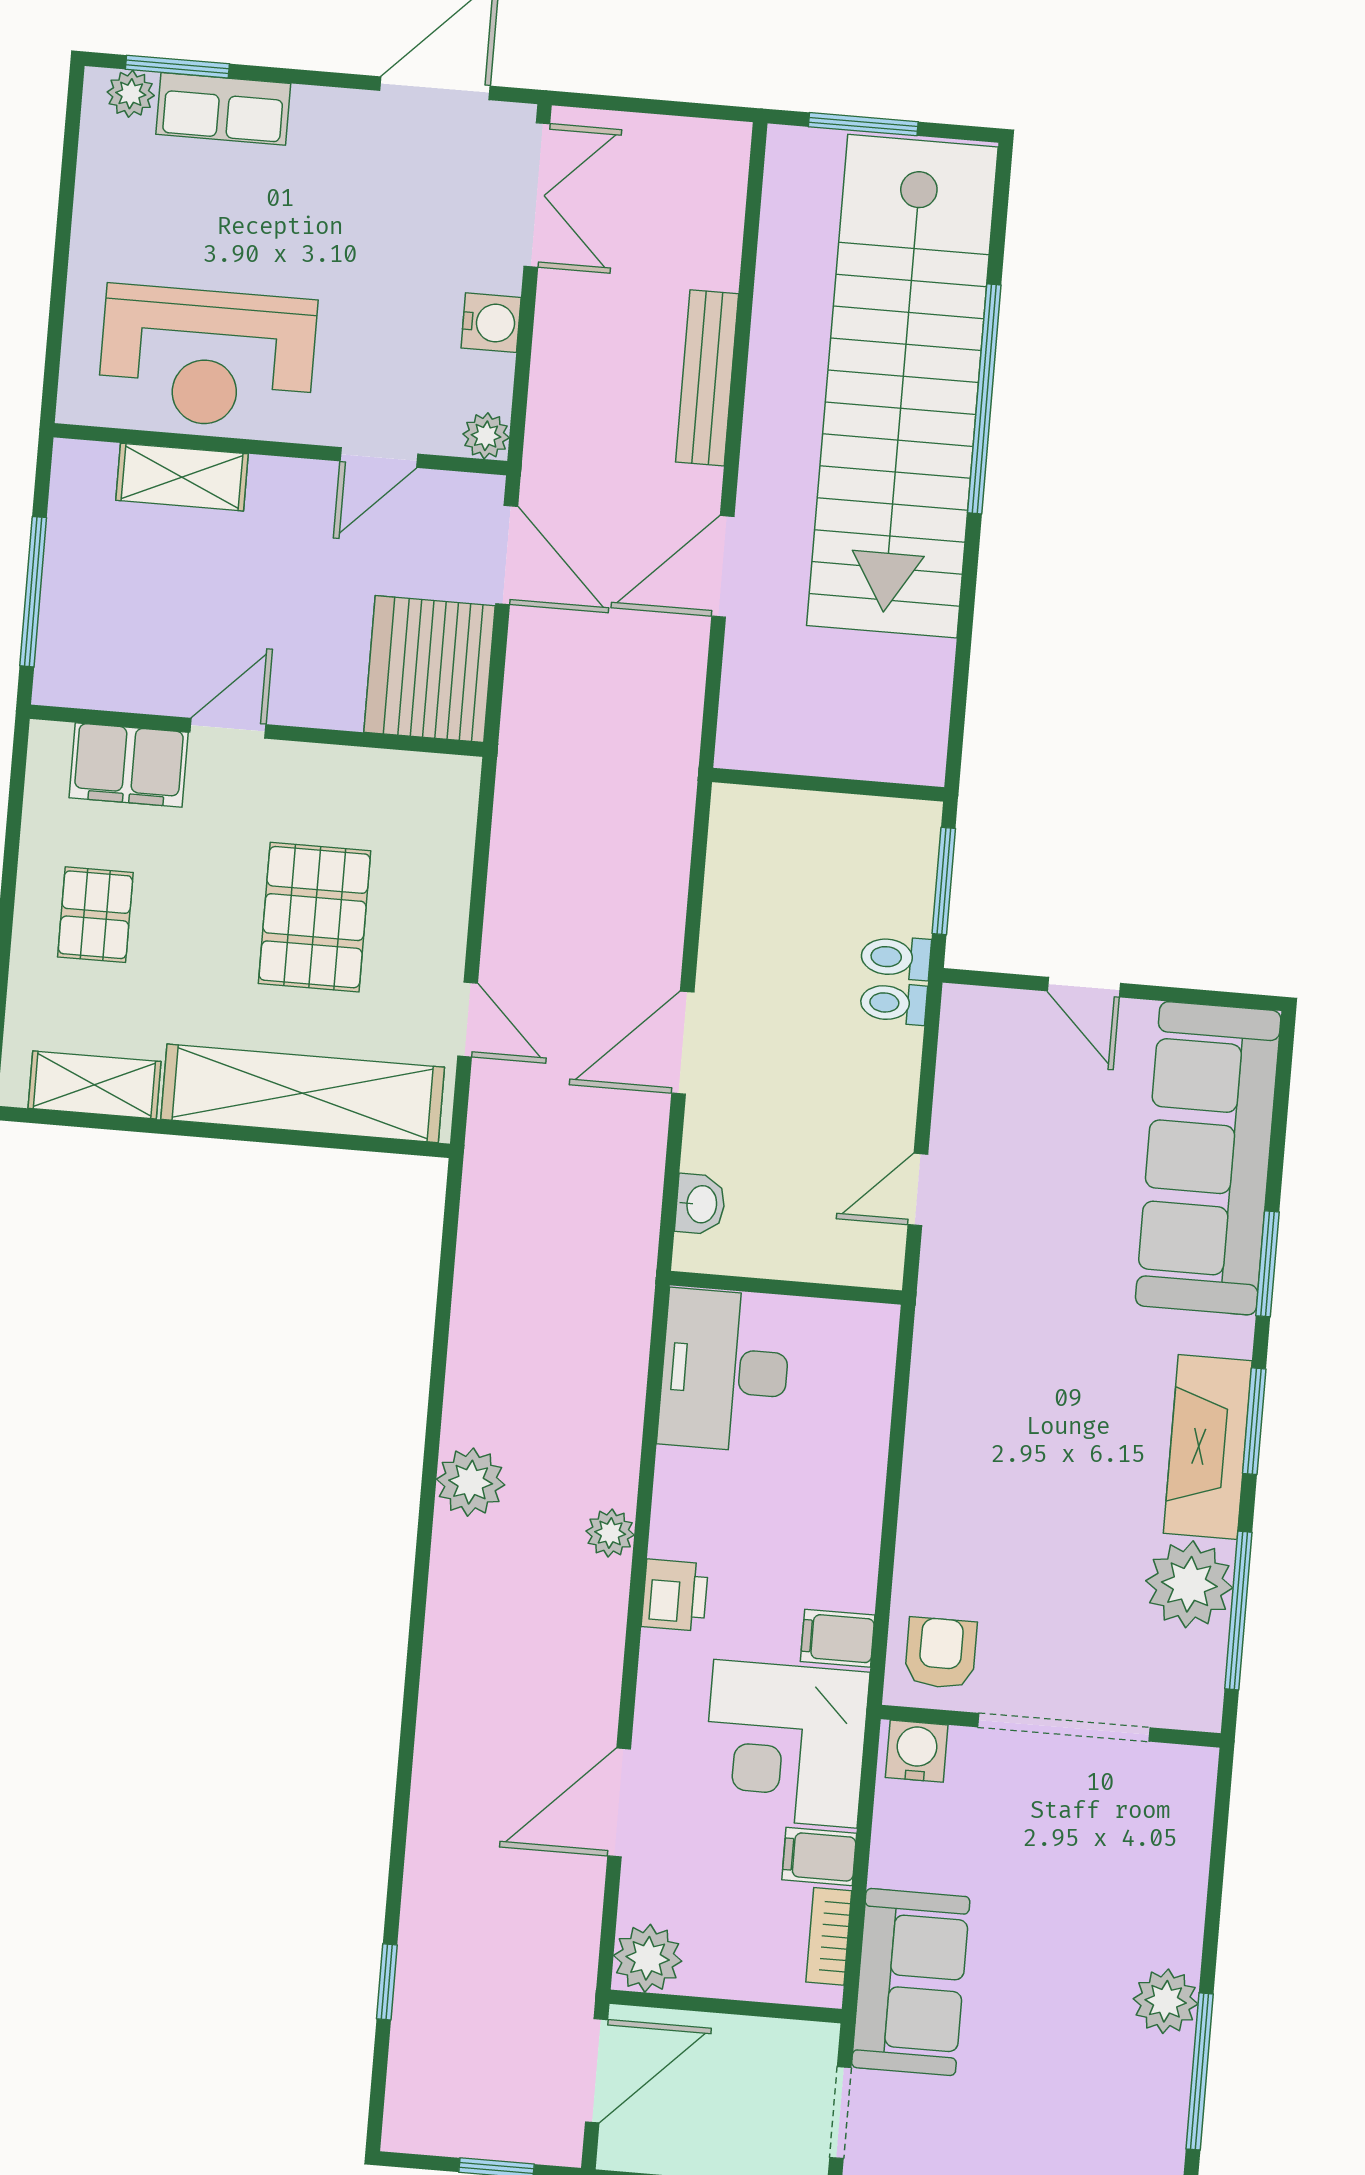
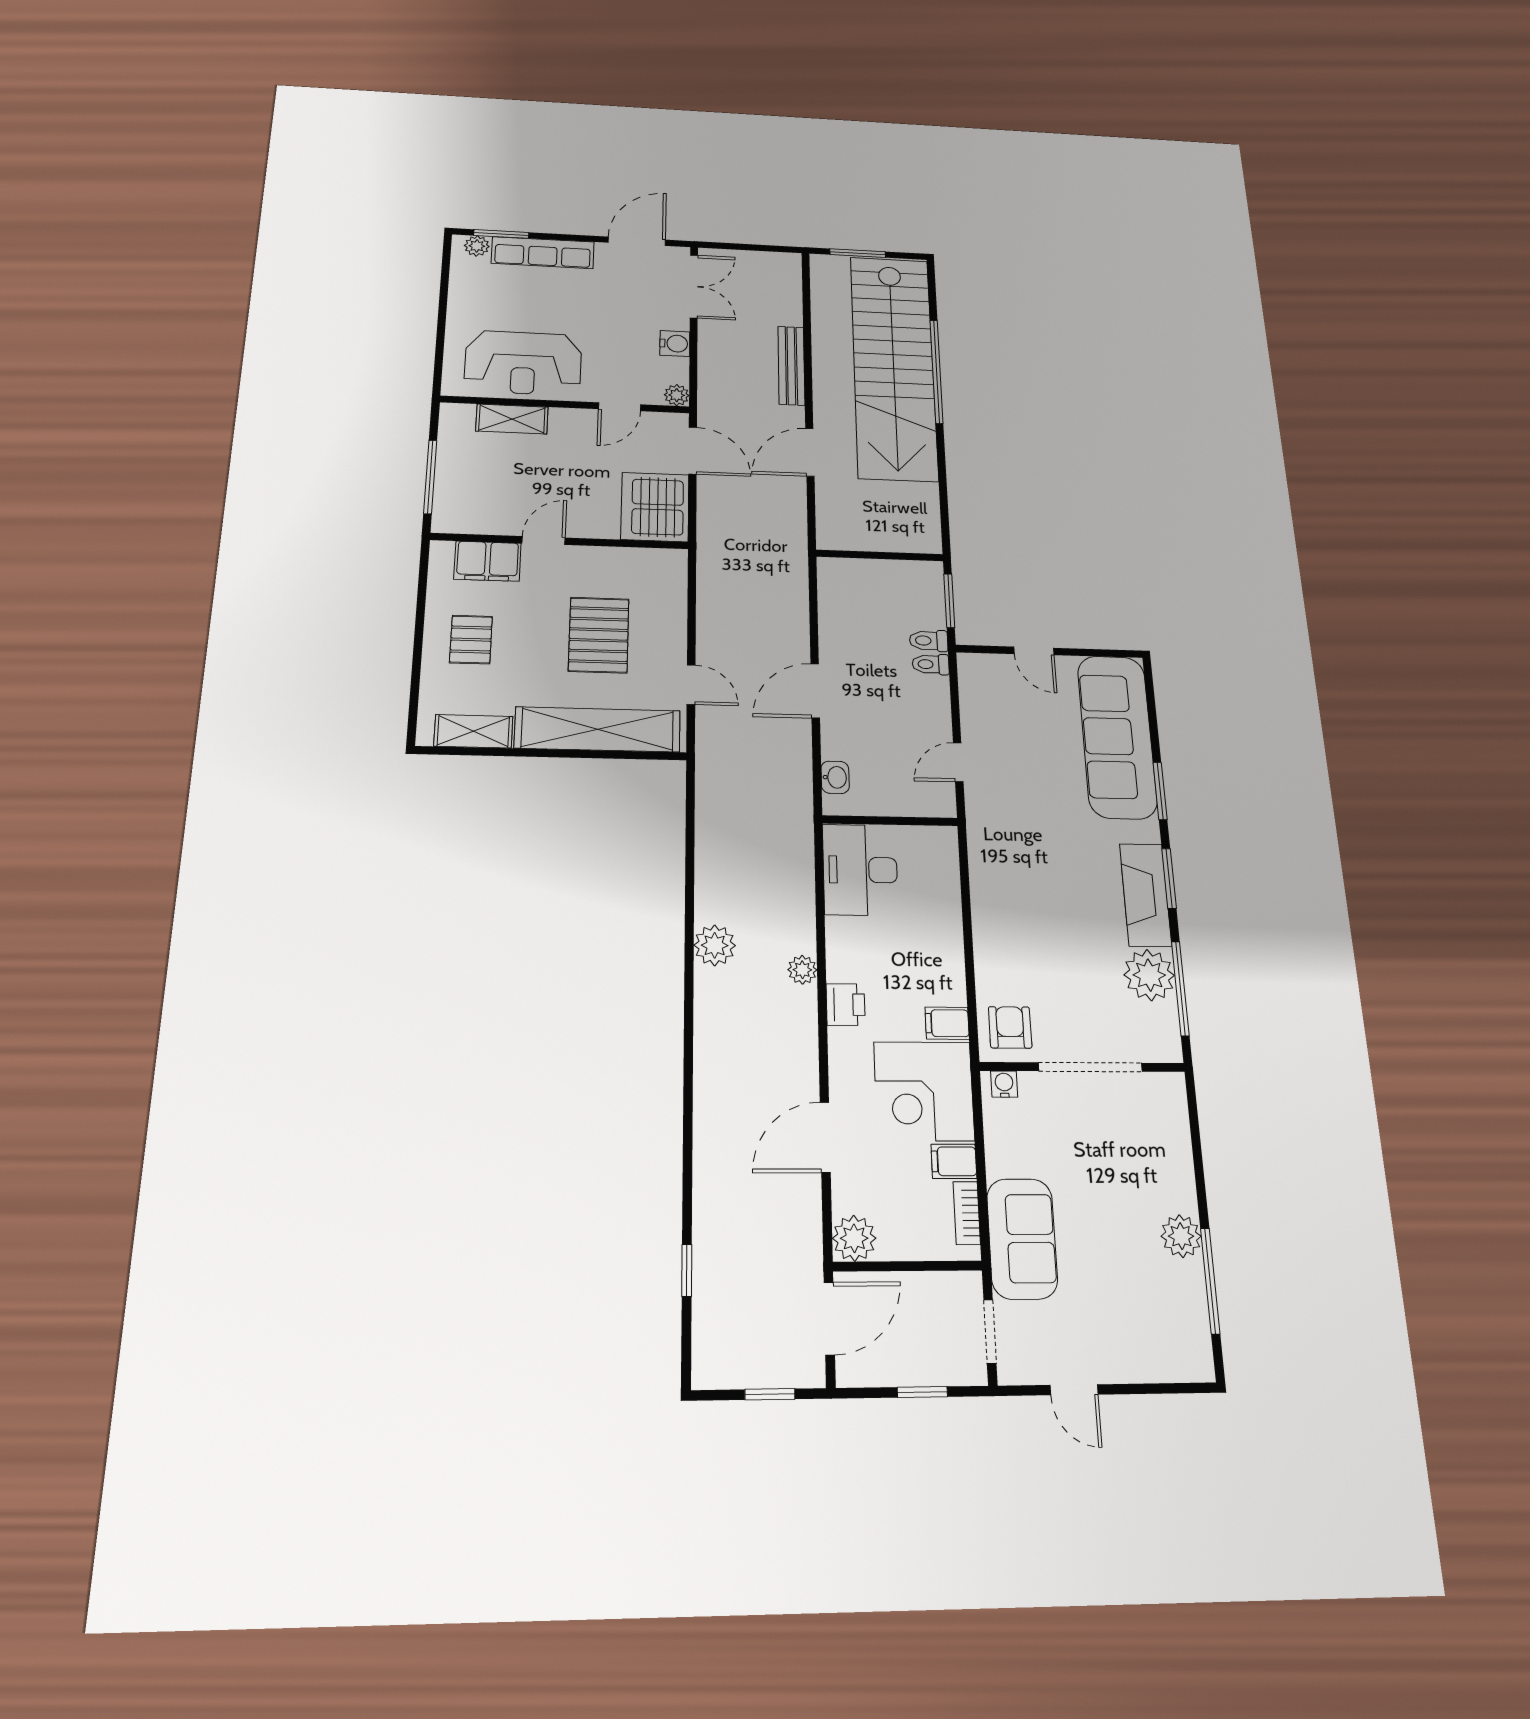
row of seats: (223, 109) -> (543, 253), width x1.48
water cooler: (917, 1751) -> (1004, 1084), width x0.72, depth x0.72

